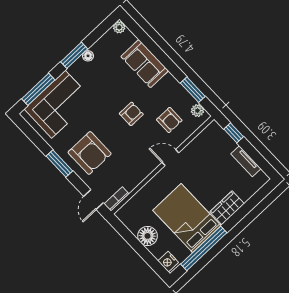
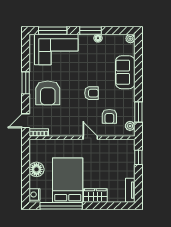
tv unit: (246, 161) -> (130, 190), moved

